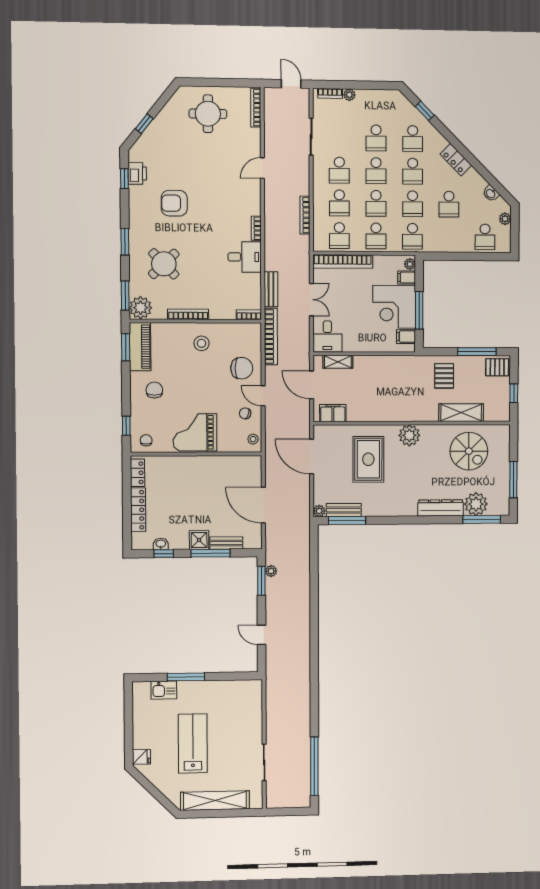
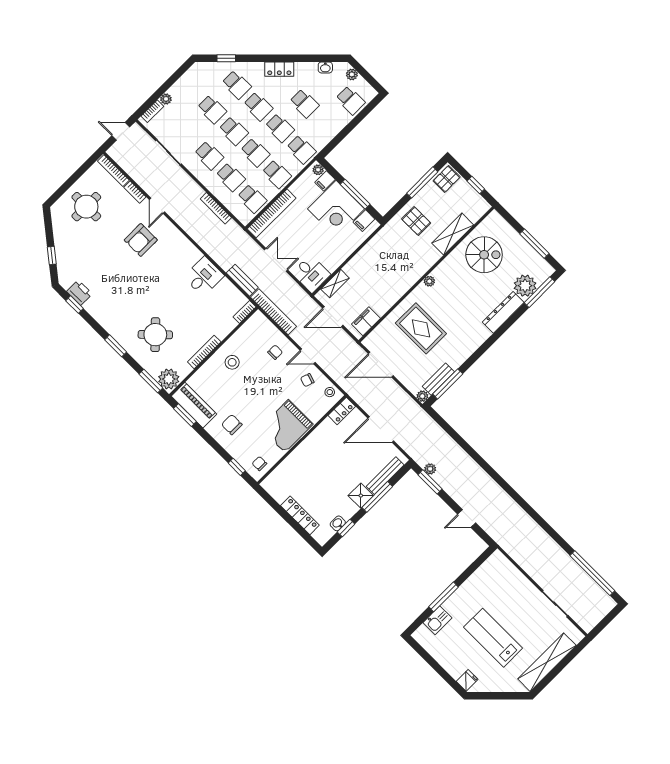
armchair: (174, 203) -> (141, 240), moved
bookcase: (256, 228) -> (135, 192), moved
chair: (242, 368) -> (275, 352), width x0.54, depth x0.54
plant: (409, 435) -> (429, 281), width x0.53, depth x0.53
locker: (137, 473) -> (342, 411), moved, turned 90
bench: (226, 543) -> (385, 476), width x1.36

